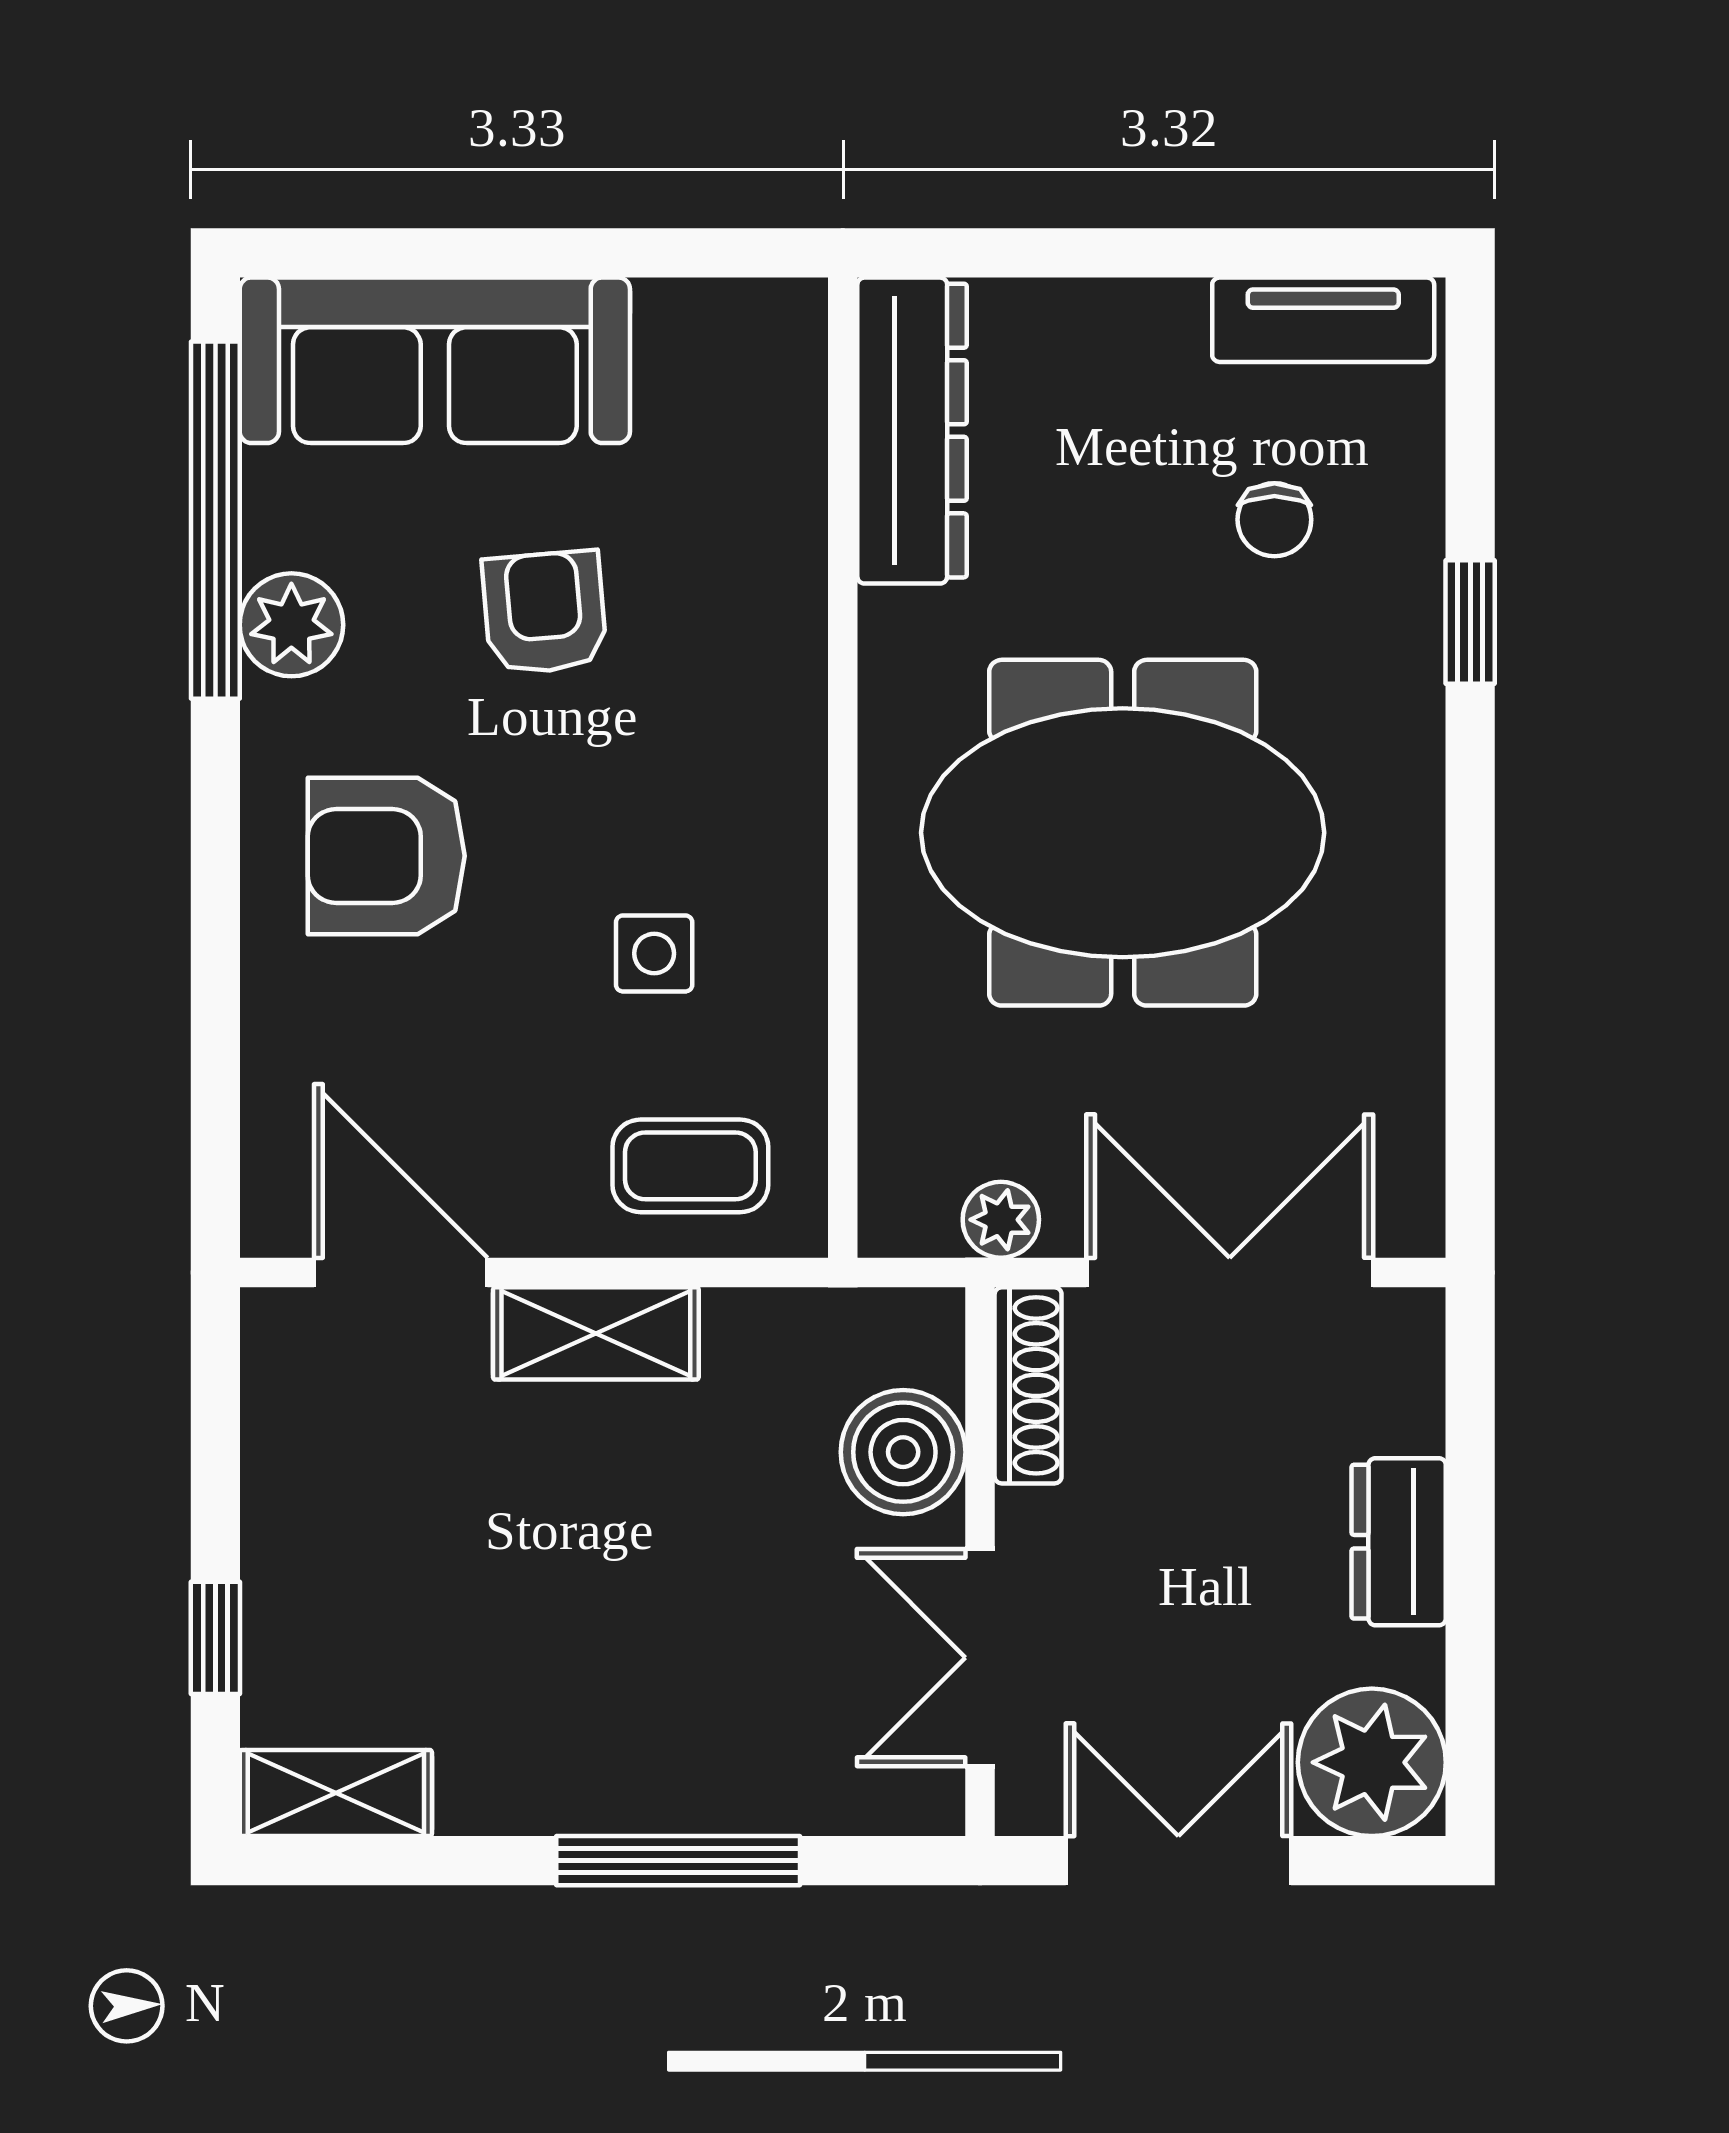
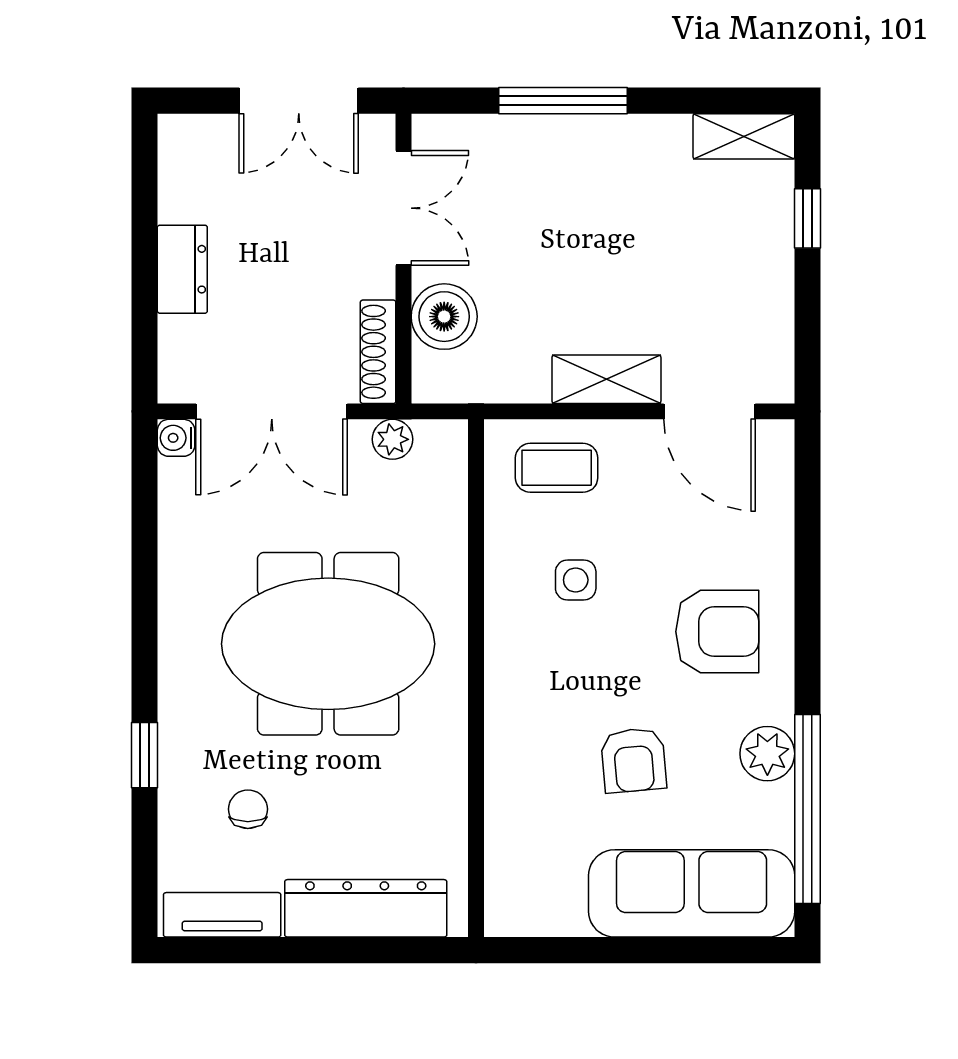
dresser: (912, 431) -> (366, 908), moved, turned 90
water cooler: (1410, 1223) -> (176, 438), added
plant: (1372, 1762) -> (196, 153), removed

